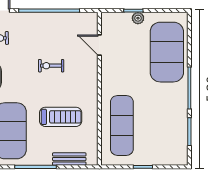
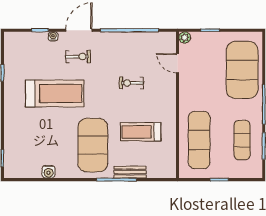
plant: (138, 18) -> (185, 37), moved
treadmill: (61, 117) -> (141, 132), turned 180
exercise mat: (167, 125) -> (242, 140), added
bench: (69, 159) -> (130, 172), moved

